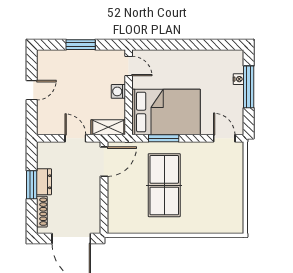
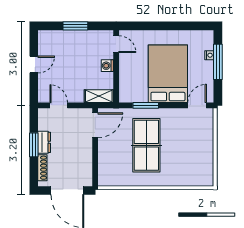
bed: (166, 112) -> (168, 74), moved, turned -90
door: (75, 138) -> (59, 105), moved
door: (224, 138) -> (197, 105), hinge flipped

